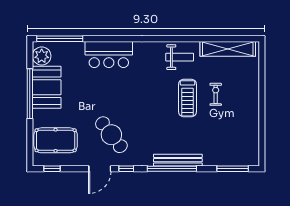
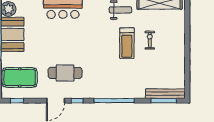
cafe table: (111, 135) -> (65, 73), turned -52
bench: (178, 160) -> (165, 94), moved

